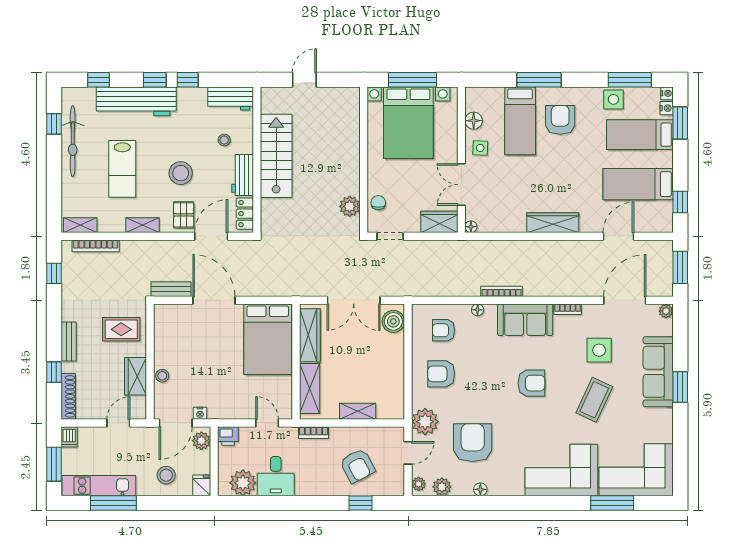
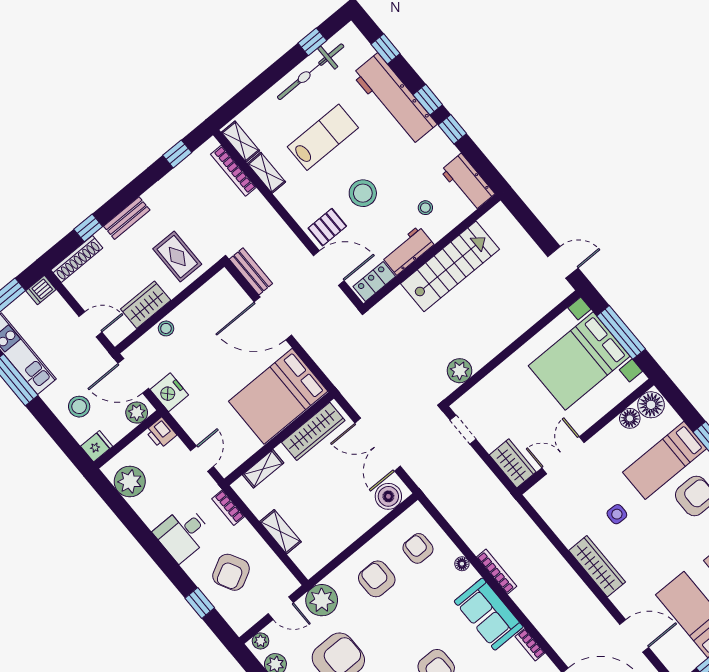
door: (304, 80) -> (563, 262), moved
side table: (480, 148) -> (617, 514), moved
lab bench: (122, 169) -> (323, 137), turned 180
chair: (378, 203) -> (484, 394), removed
shelving: (143, 225) -> (266, 173), moved
floor lamp: (471, 227) -> (651, 405), moved, width x1.89, depth x1.89
door: (214, 300) -> (273, 319), swing flipped
shelving: (310, 388) -> (263, 469), width x0.67, depth x0.75
nightstand: (200, 413) -> (169, 392), width x1.89, depth x1.79
desk: (276, 476) -> (183, 534), moved

